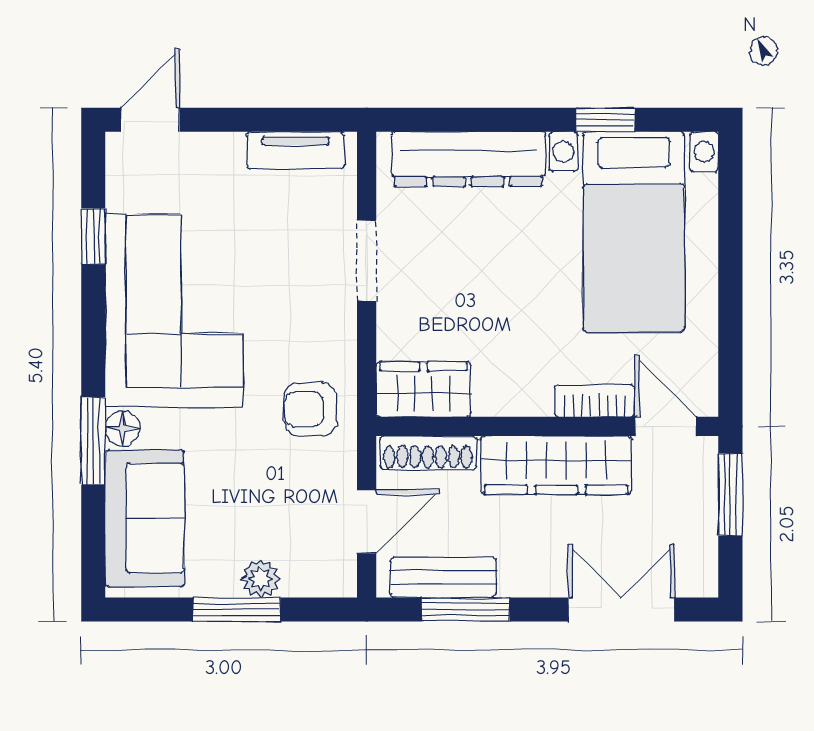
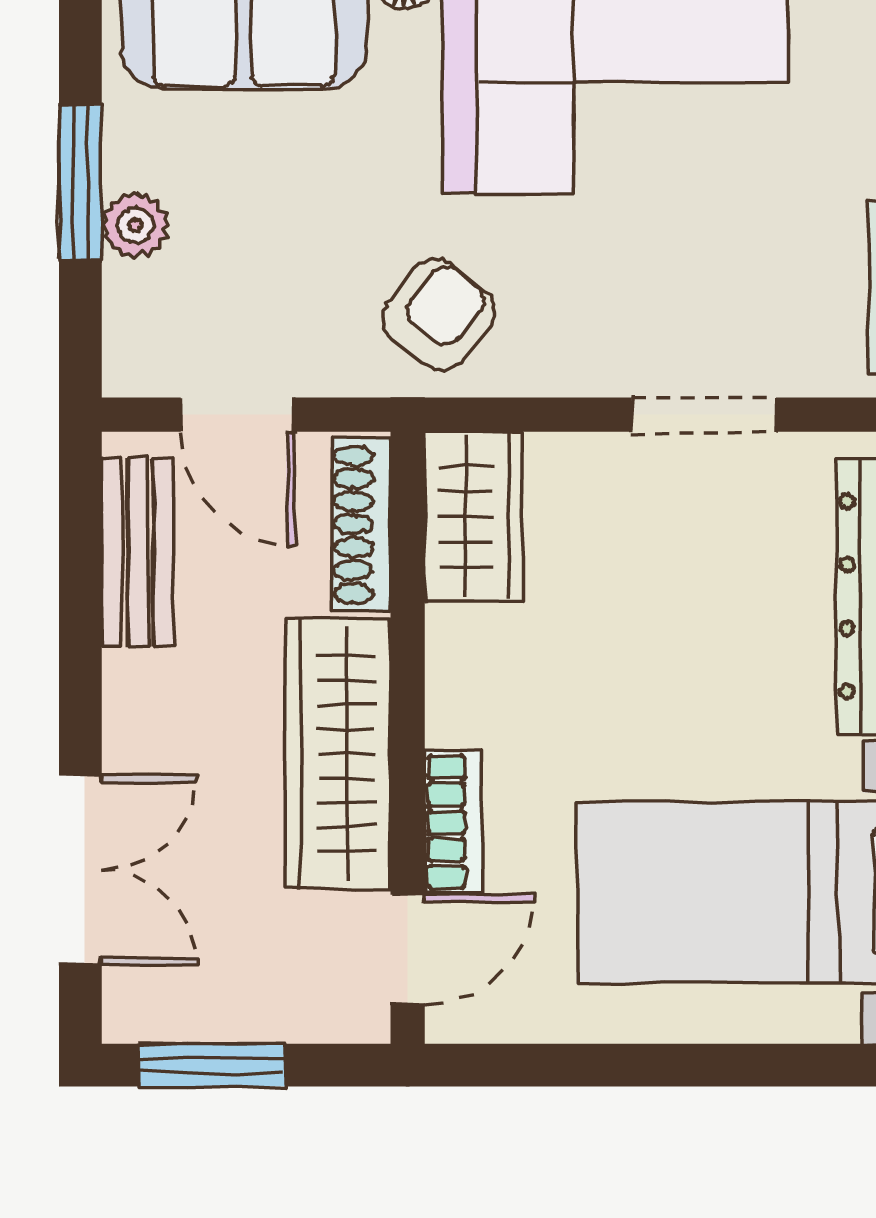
armchair: (310, 409) -> (439, 314), turned 39
window: (730, 495) -> (212, 1065), moved
window: (466, 609) -> (80, 592), removed

